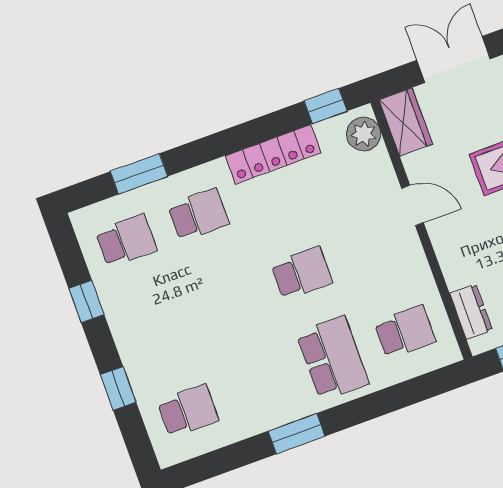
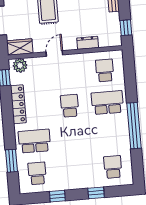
school desk: (199, 215) -> (34, 141), width x1.85
dresser: (471, 312) -> (88, 43), moved
window: (296, 434) -> (134, 126), width x2.11

